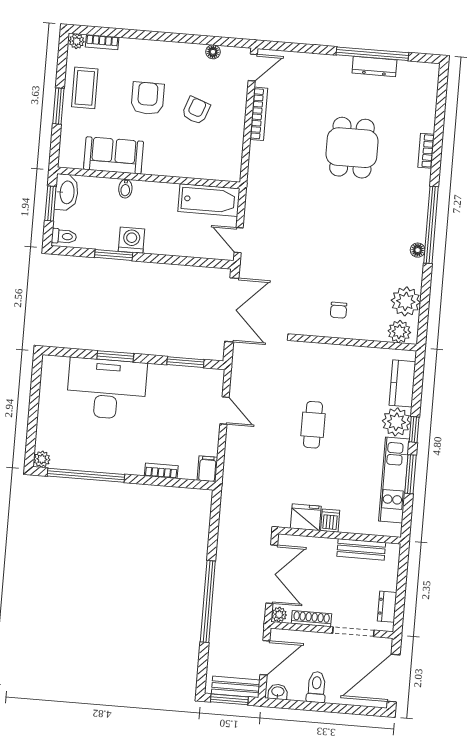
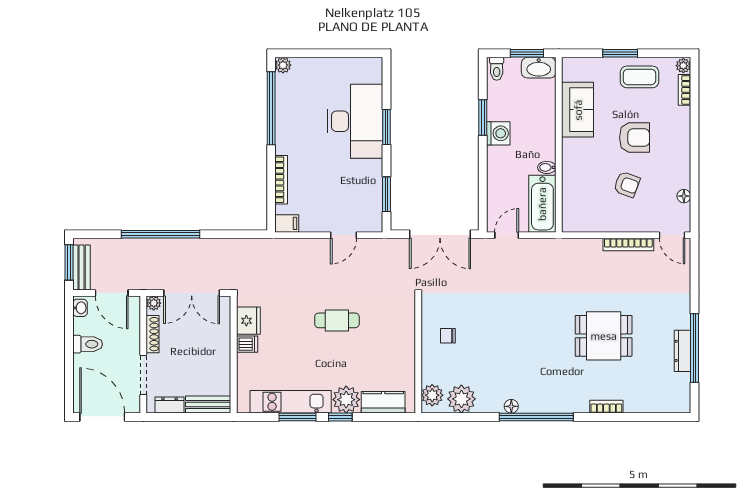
bidet: (125, 189) -> (547, 167), moved
bookcase: (161, 471) -> (281, 180), width x1.56
bench: (361, 549) -> (208, 405), moved, turned 90

